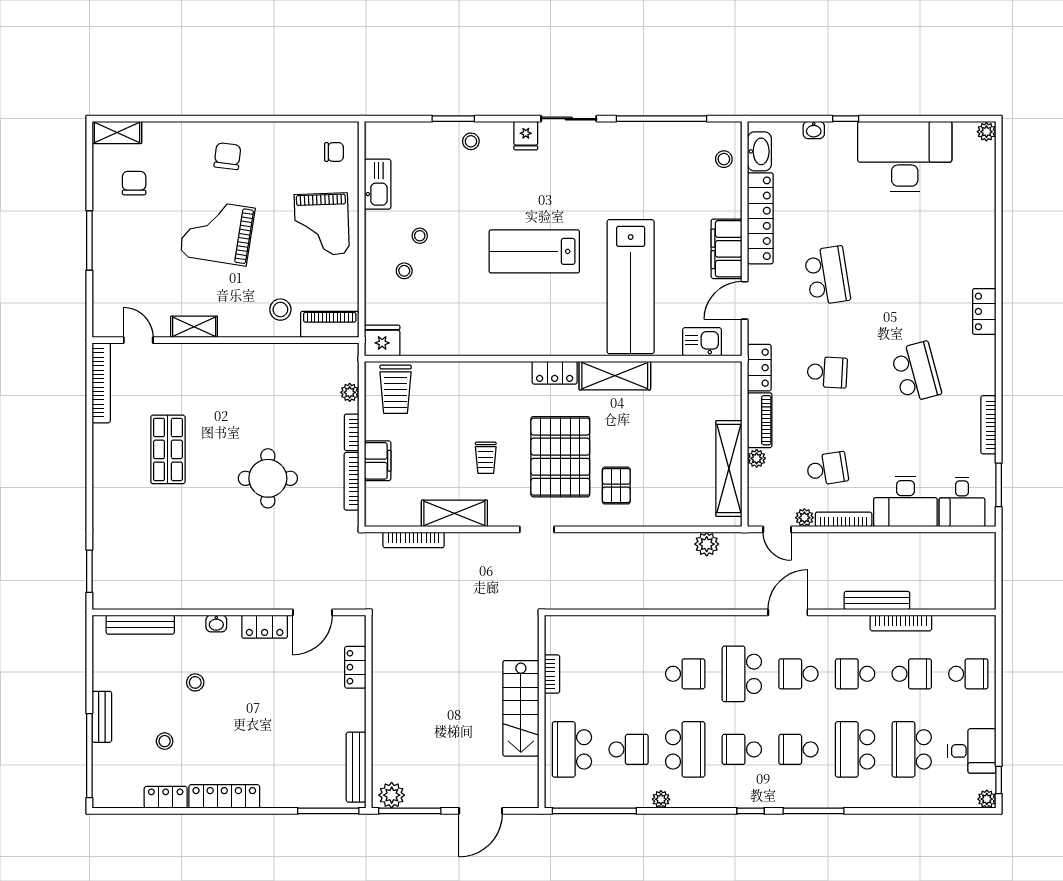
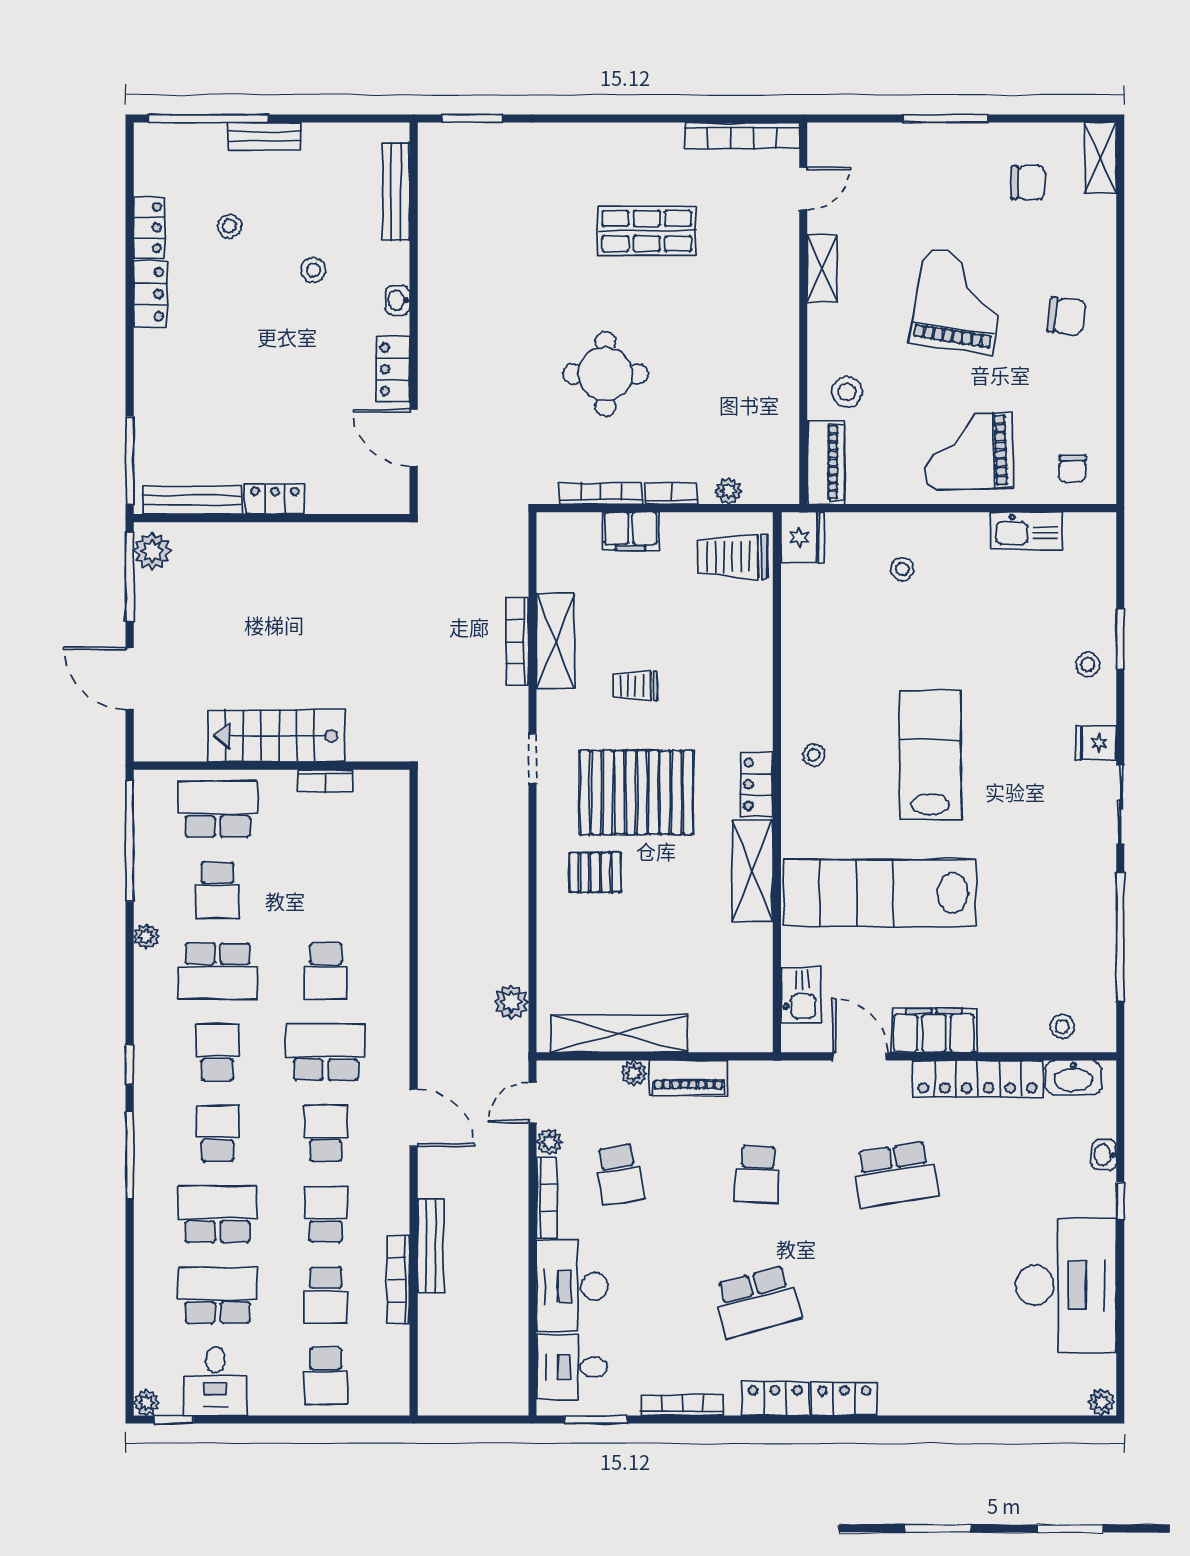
stool: (420, 236) -> (814, 755), moved
locker: (759, 368) -> (775, 1399), moved, turned 180
bookcase: (414, 540) -> (517, 642), moved
locker: (355, 667) -> (275, 499), moved
locker: (224, 796) -> (150, 294), width x0.66

